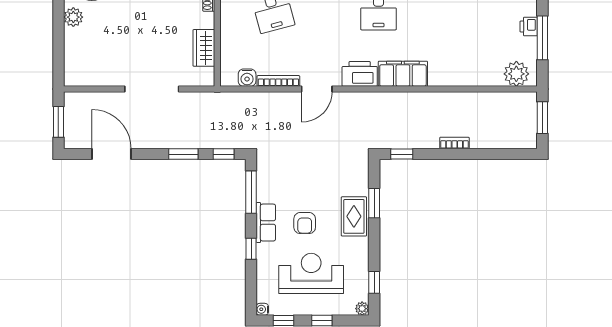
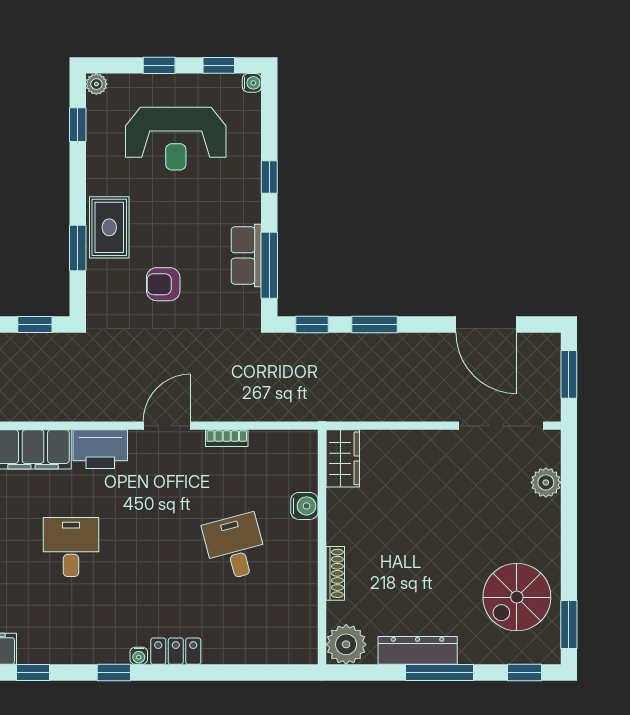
plant: (73, 17) -> (546, 482), moved
wardrobe: (204, 48) -> (343, 458), moved
water cooler: (247, 78) -> (304, 506), moved, turned 90
bookcase: (278, 81) -> (227, 438), width x0.64
doorway: (152, 89) -> (501, 426), moved
row of seats: (266, 223) -> (246, 255), moved
armchair: (305, 223) -> (163, 284), moved, turned -90

